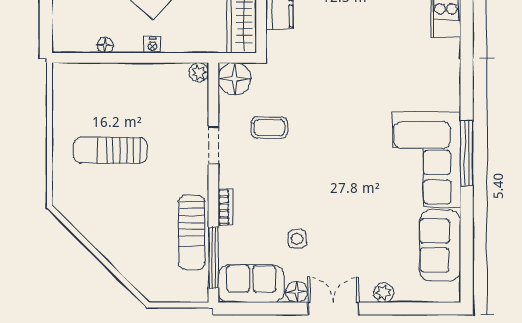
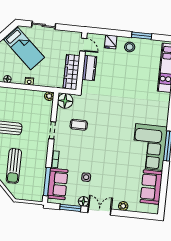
sun lounger: (192, 233) -> (14, 166), moved
sofa: (251, 284) -> (58, 184), moved, turned 90
window: (270, 309) -> (70, 208), added

